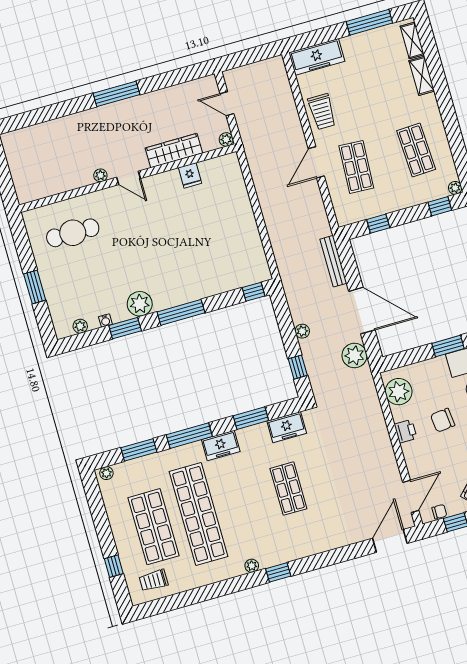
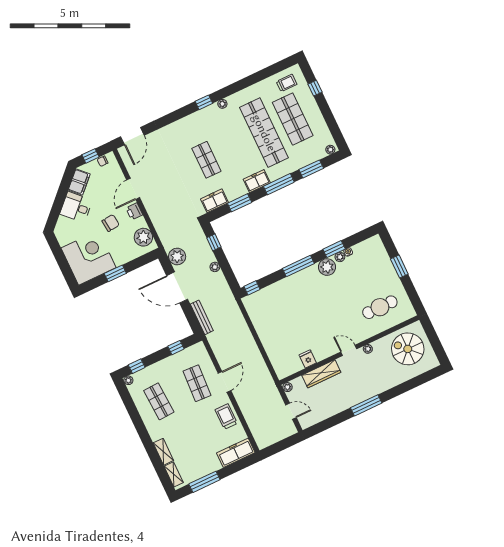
spiral stairs: (43, 166) -> (408, 349), added
plant: (80, 326) -> (340, 257), moved
door: (411, 496) -> (133, 189), moved

